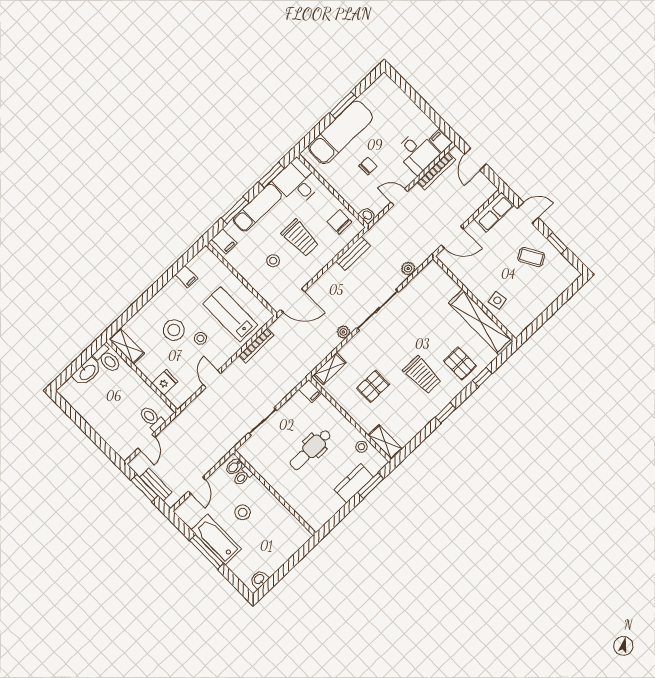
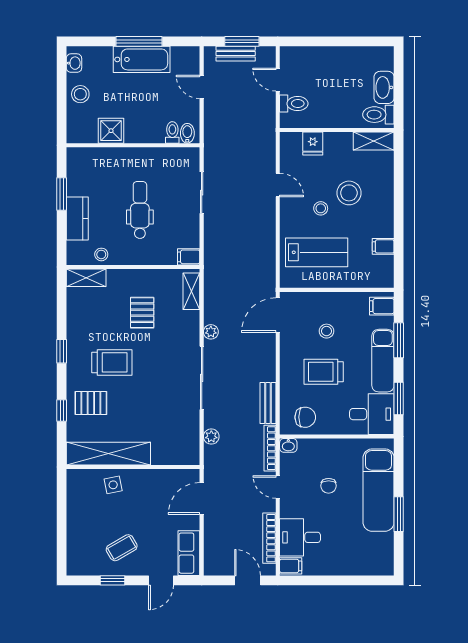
door: (399, 197) -> (278, 487), swing flipped
bookcase: (256, 345) -> (270, 448), moved
trolley: (422, 375) -> (112, 362), turned 180
window: (371, 486) -> (62, 194), moved
stool: (243, 512) -> (80, 94), moved
shower: (279, 515) -> (111, 131), added

